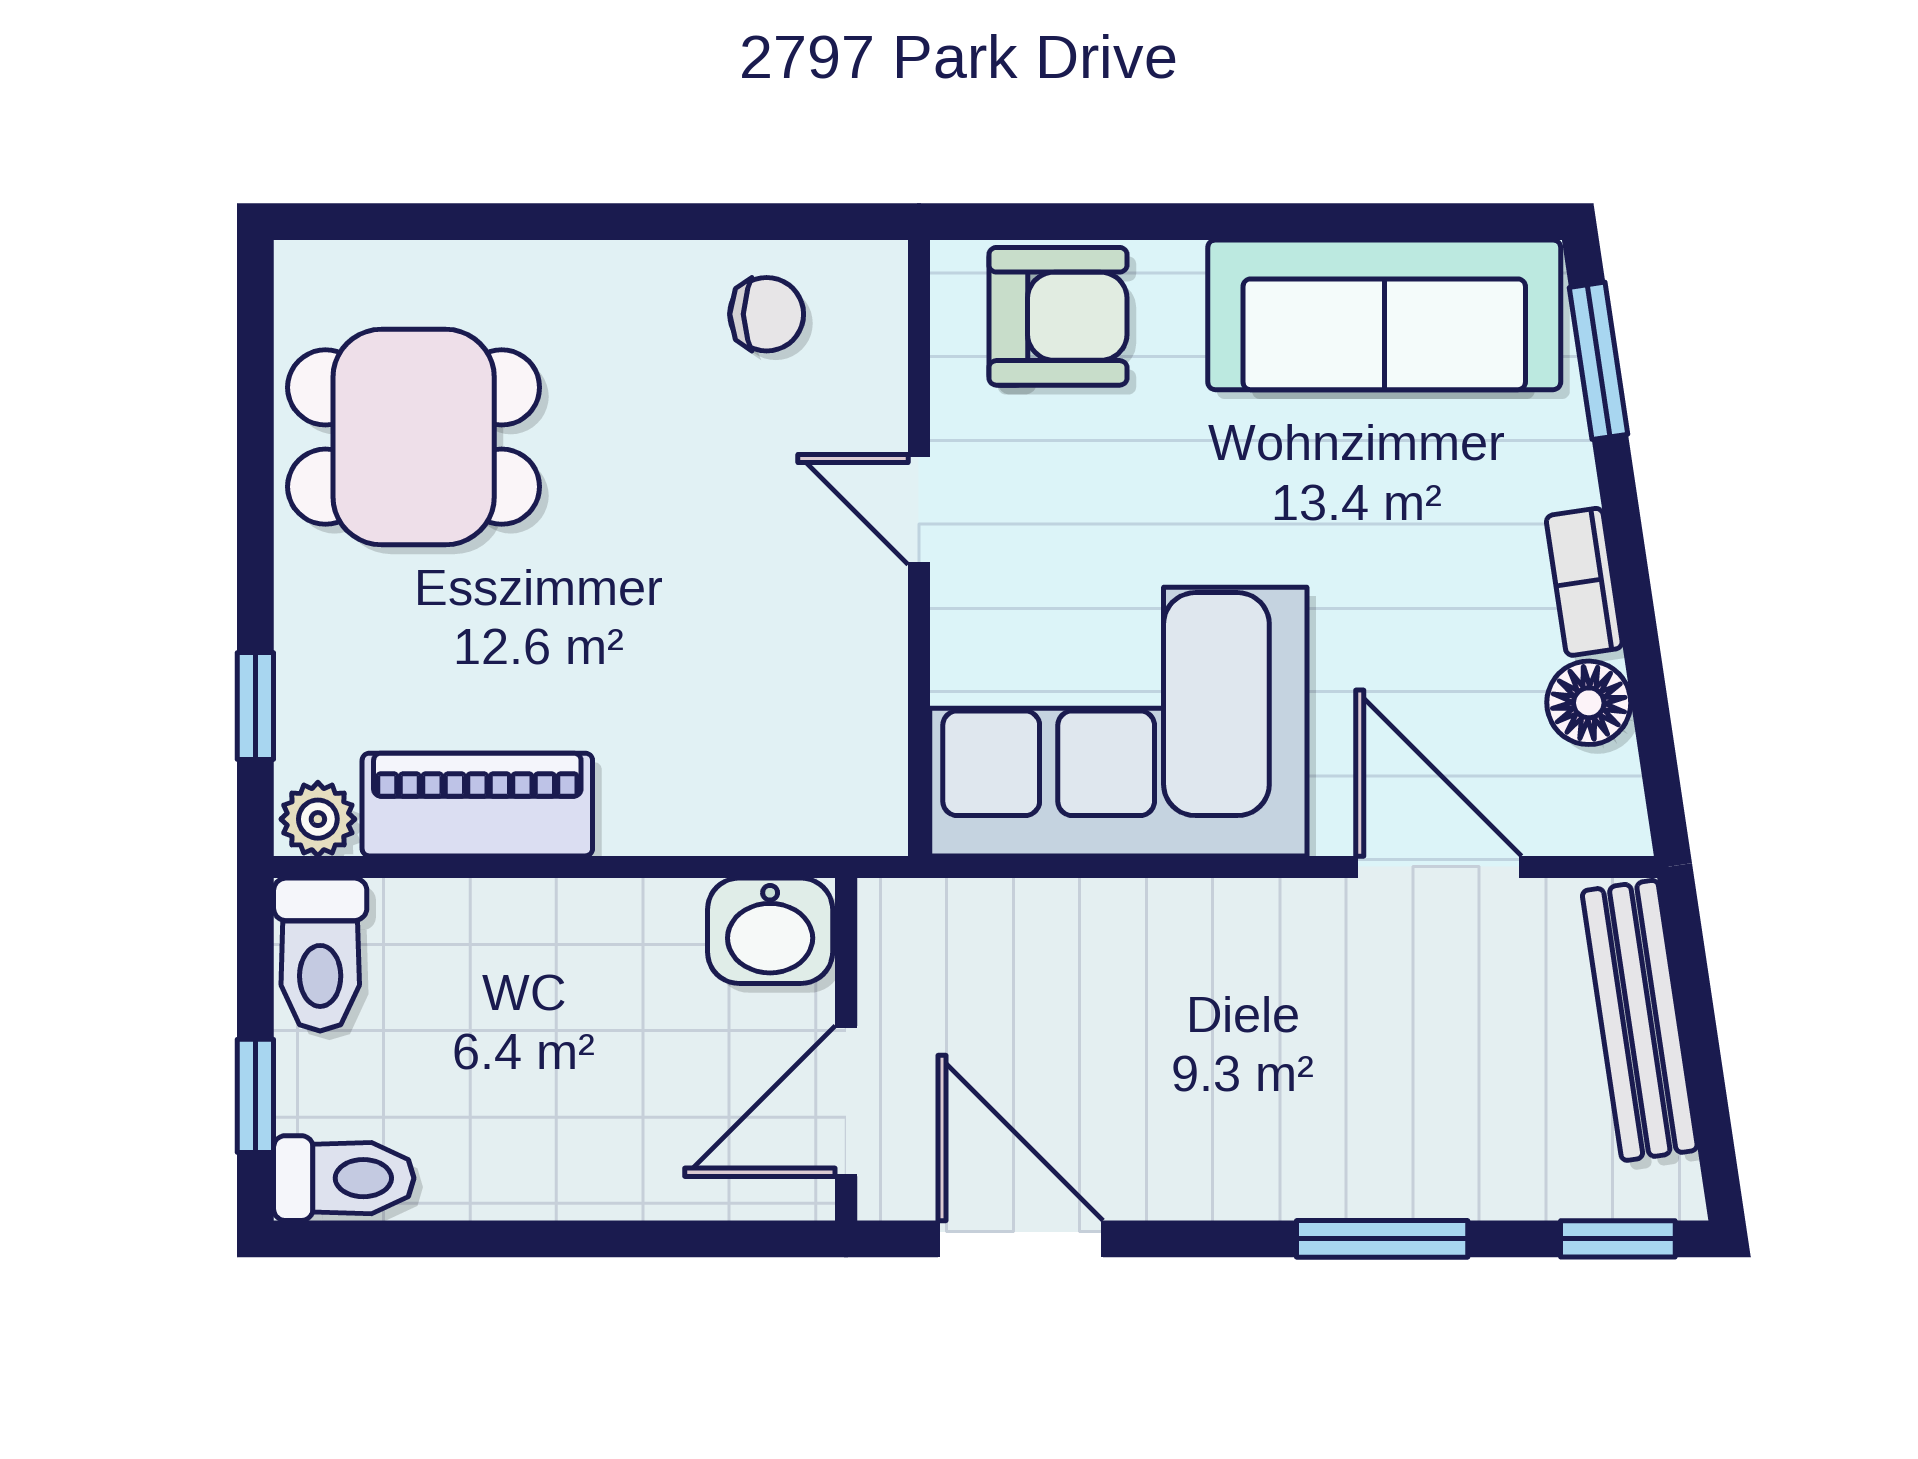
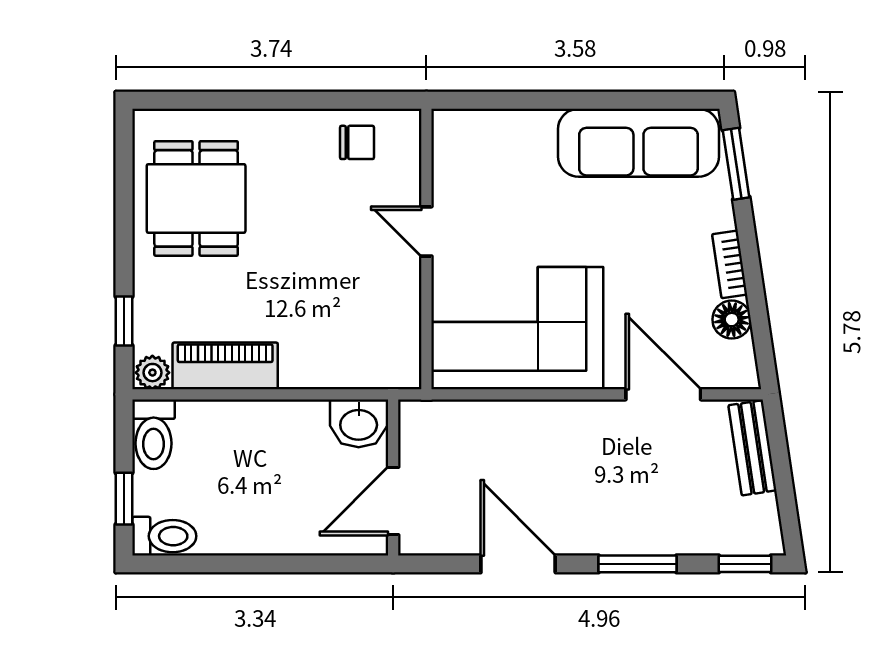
armchair: (1058, 316) -> (490, 143), removed
dining table: (414, 437) -> (196, 198), turned 90
bench: (1640, 1020) -> (752, 448), width x0.73
door: (1021, 1239) -> (518, 564), moved

